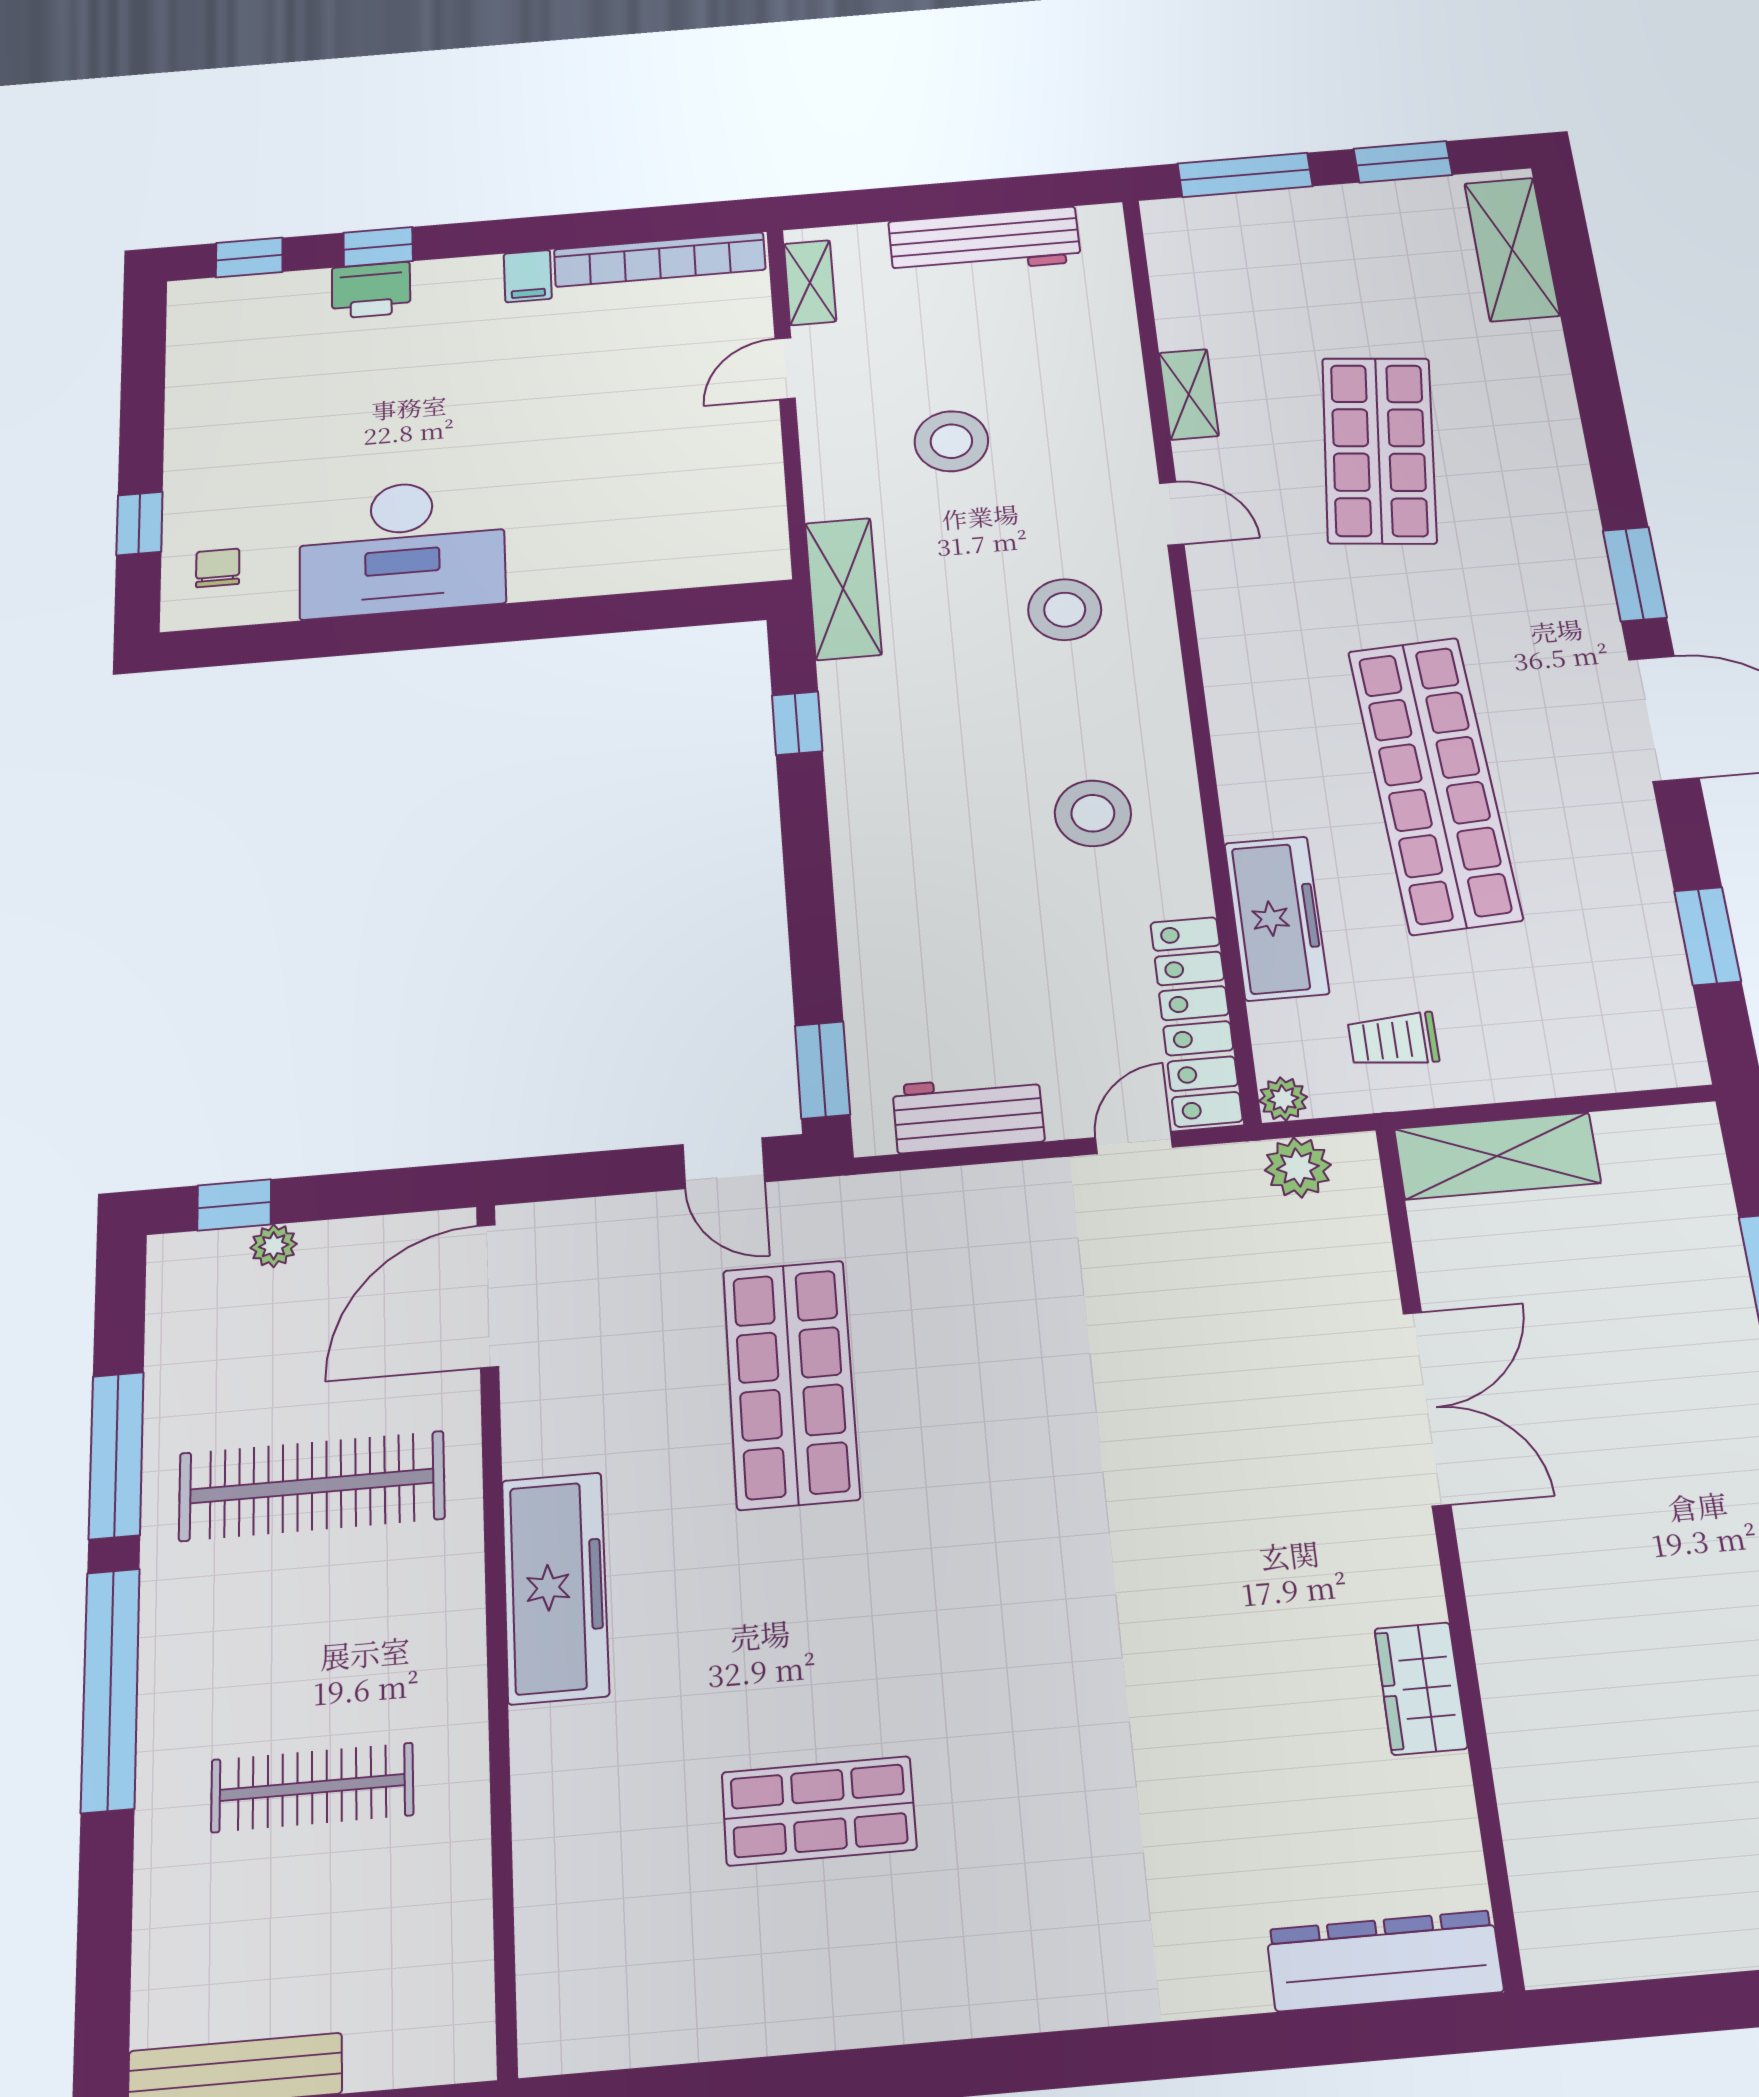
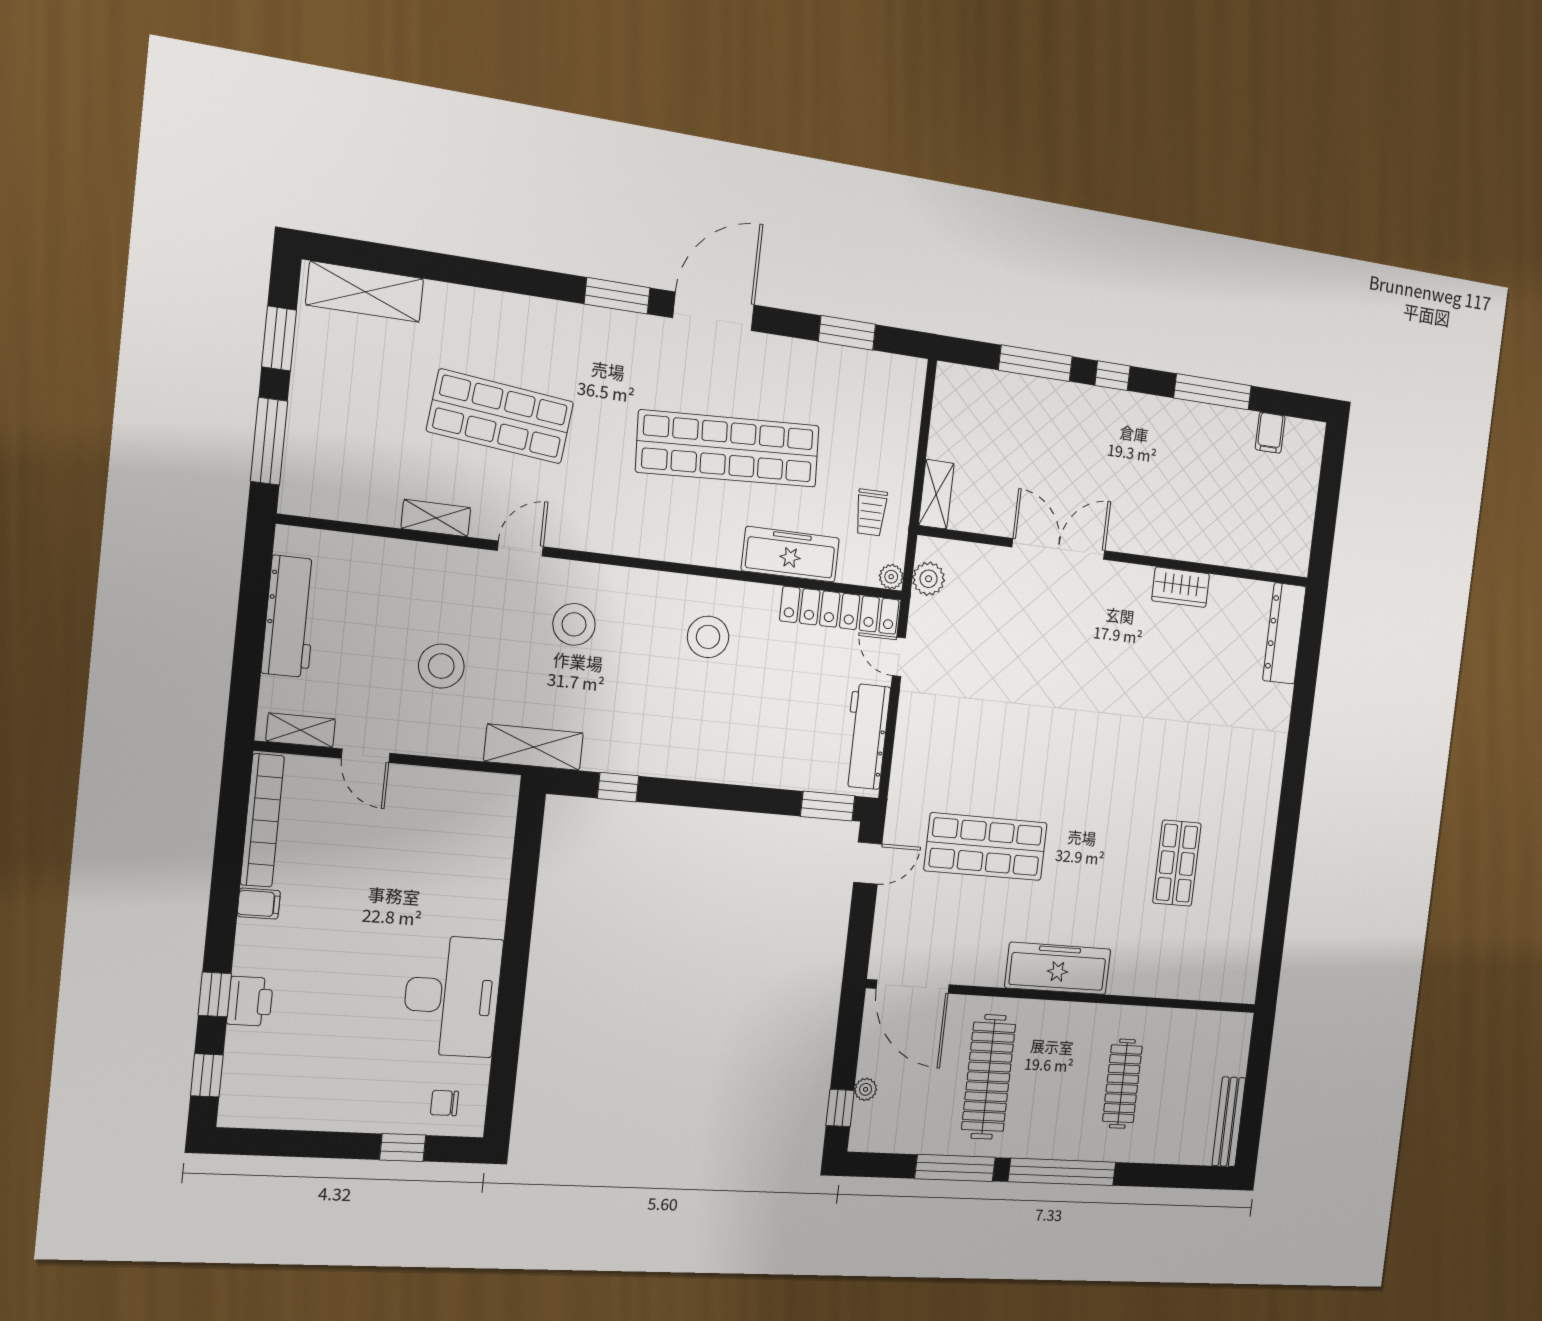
workbench: (968, 1113) -> (866, 737), width x1.38
shelving: (1497, 1156) -> (936, 494), width x0.67, depth x0.75

